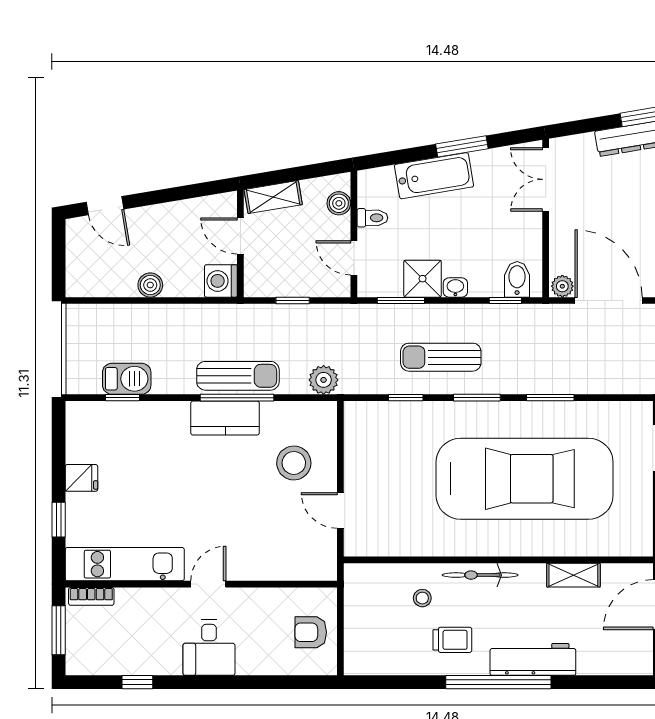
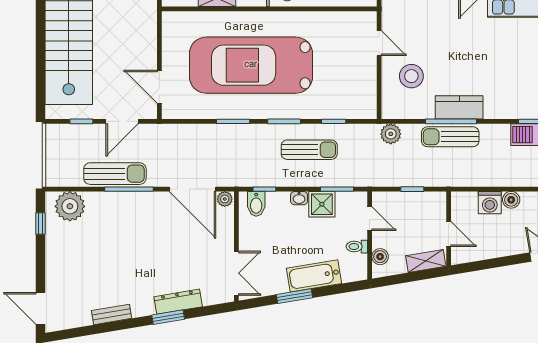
washing machine: (221, 281) -> (490, 203), moved, turned 90

